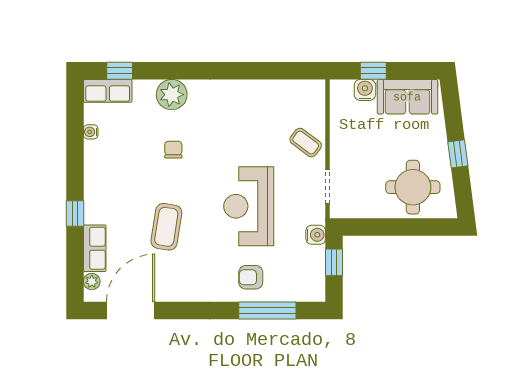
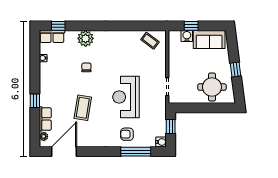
coffee table: (306, 143) -> (150, 41), moved
water cooler: (316, 235) -> (161, 142), moved

